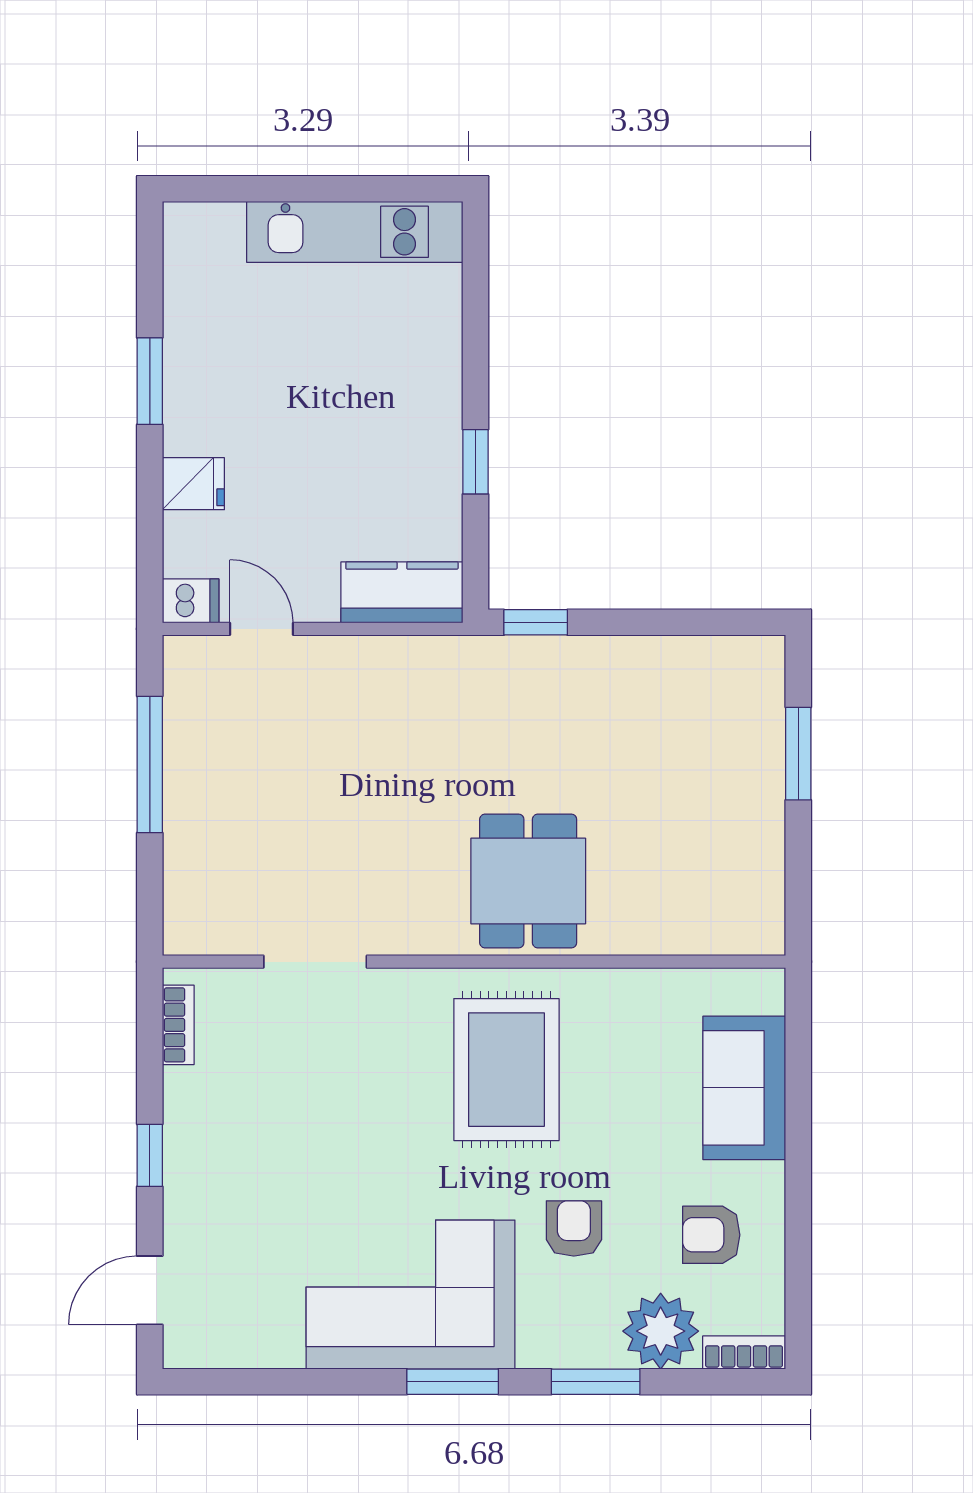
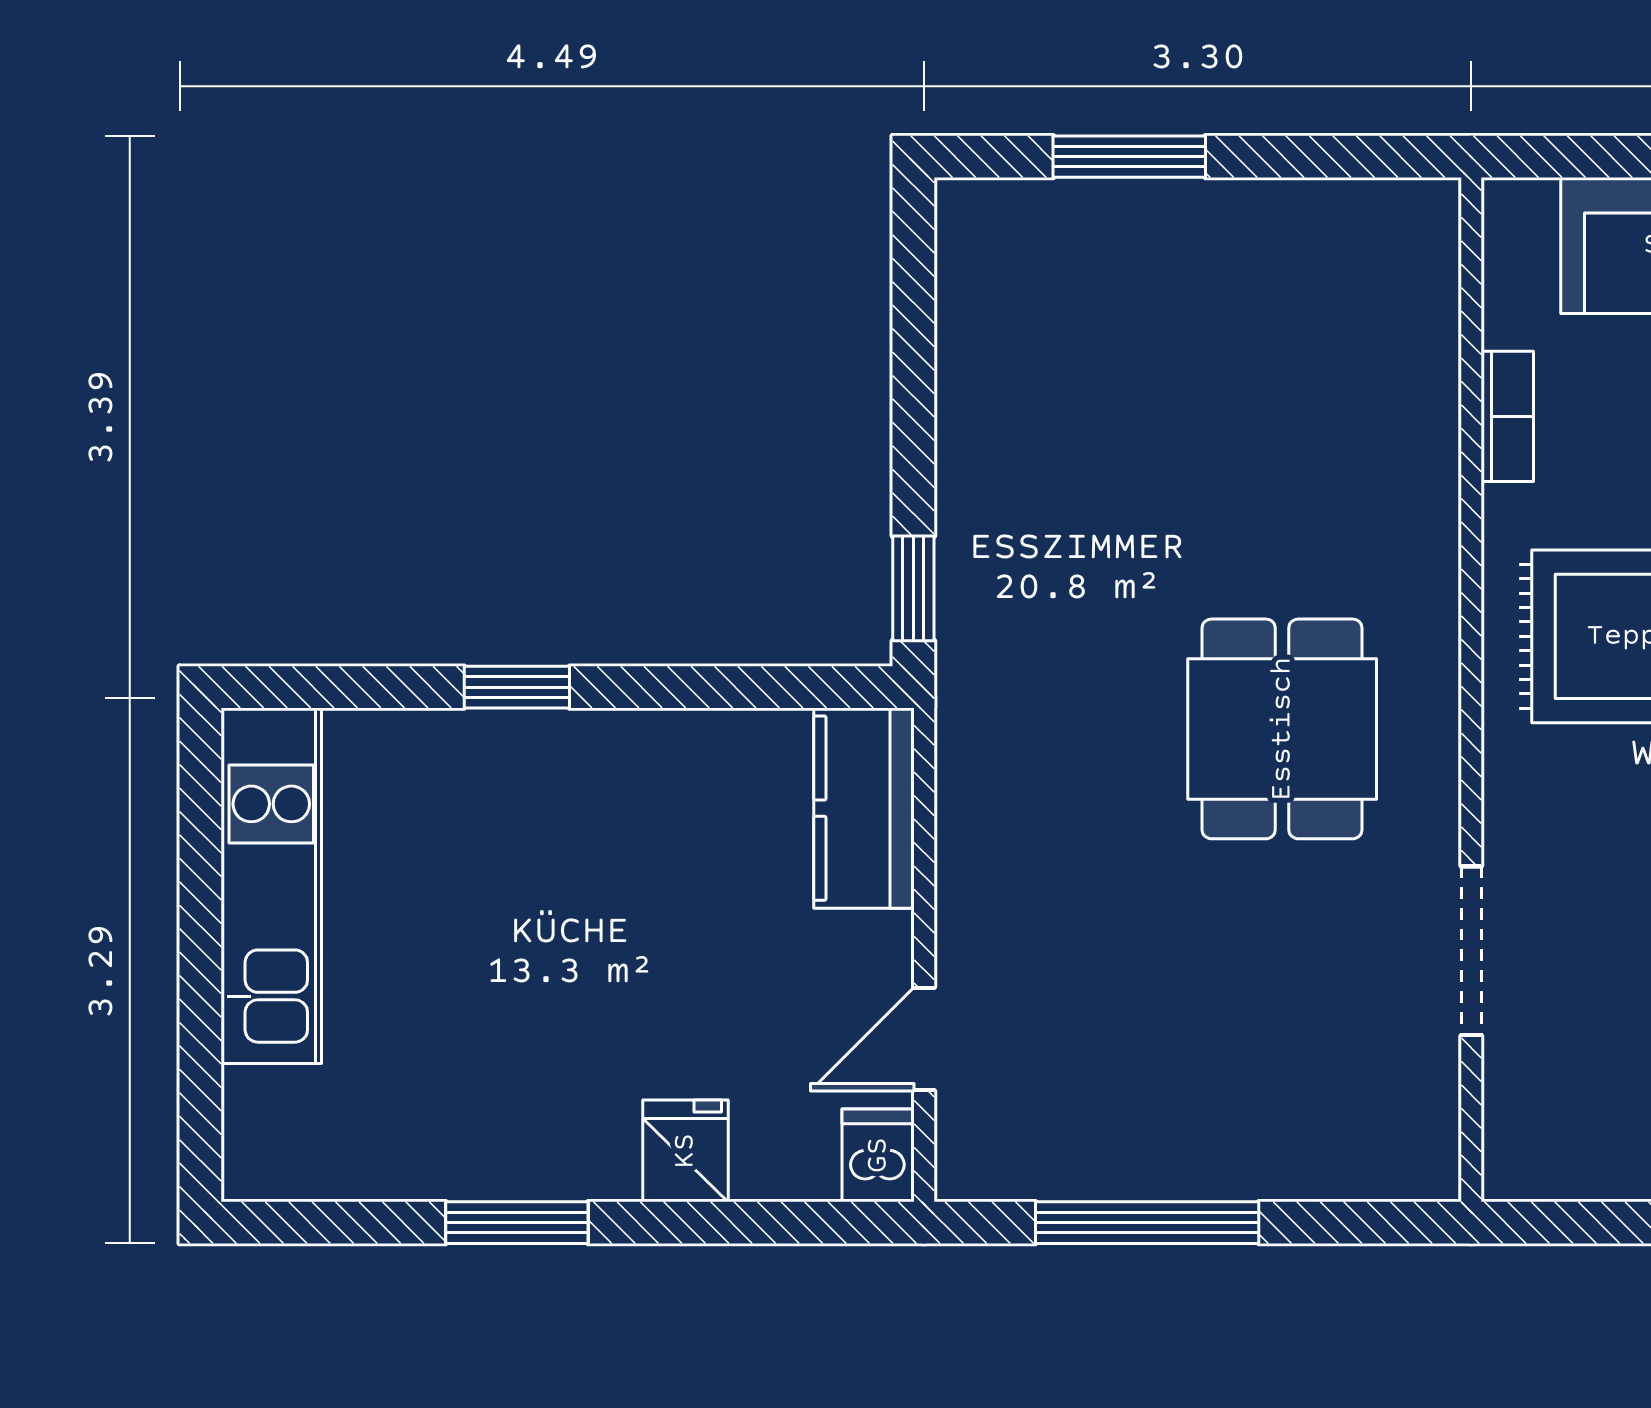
window: (476, 462) -> (517, 687), moved
dining table: (528, 881) -> (1282, 729), moved, turned 90
bookcase: (178, 1025) -> (1507, 416), moved, turned 90

